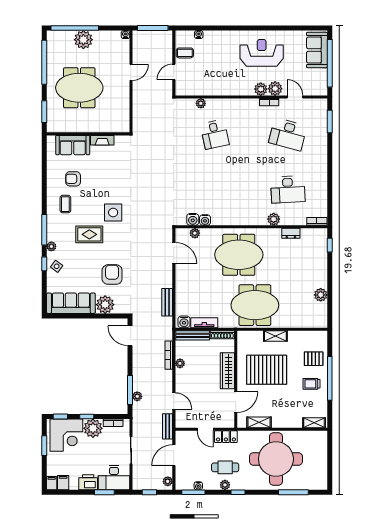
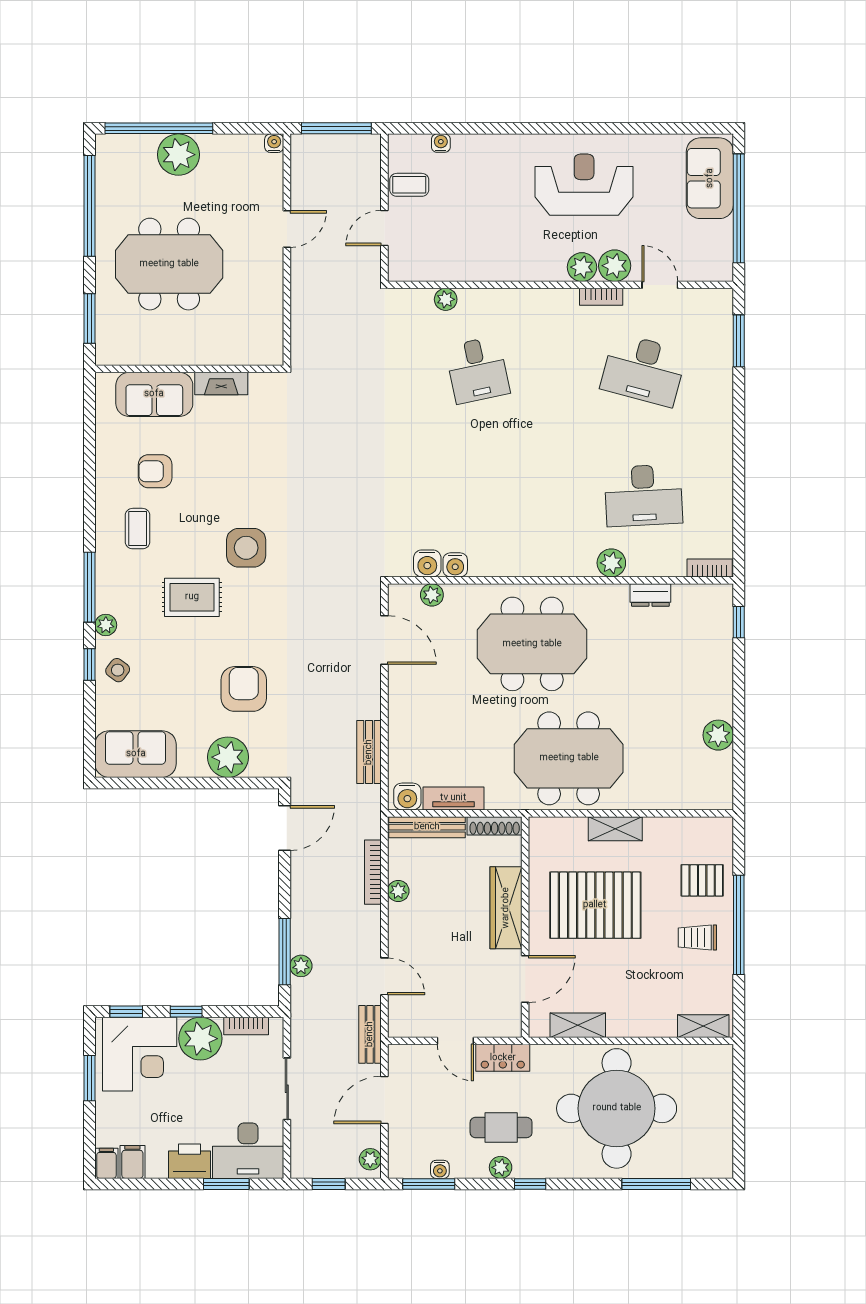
sofa: (71, 303) -> (136, 754), width x0.73
door: (130, 336) -> (285, 828), swing flipped

